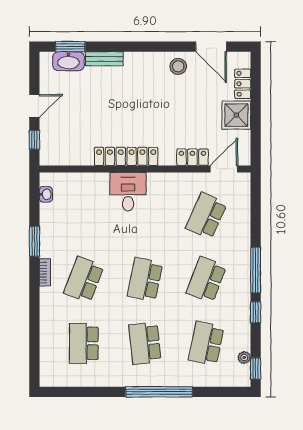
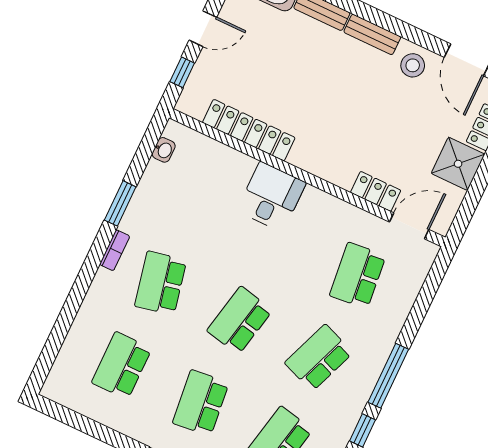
bench: (143, 59) -> (372, 34), added
locker: (126, 156) -> (249, 130), moved
school desk: (206, 216) -> (358, 275), turned -30
school desk: (84, 280) -> (161, 283), turned -33

